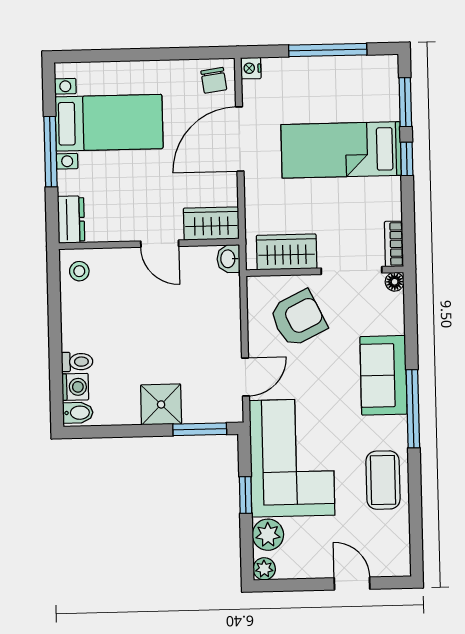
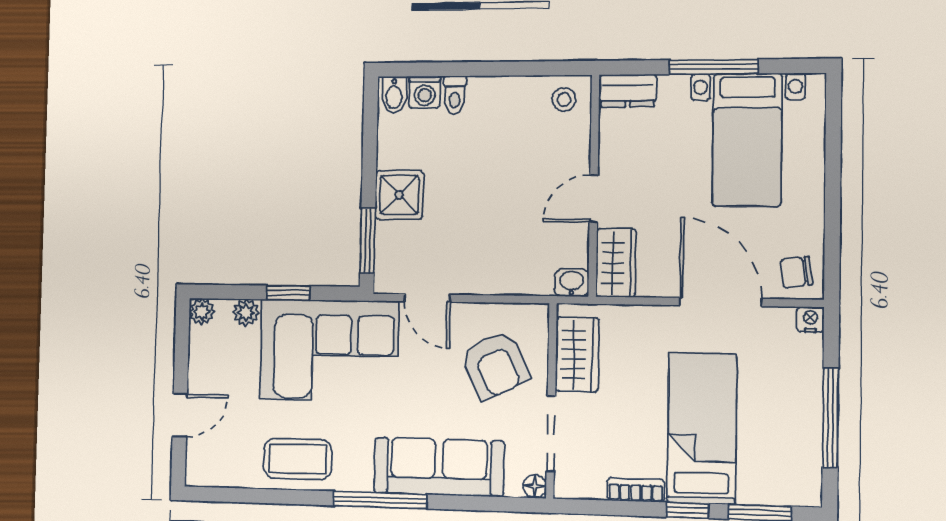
bookcase: (394, 244) -> (636, 490), moved
sofa: (384, 375) -> (439, 467), width x1.36
plant: (268, 535) -> (246, 313), width x0.73, depth x0.73

